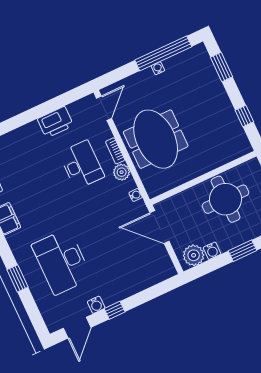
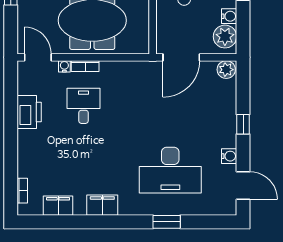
desk: (82, 165) -> (83, 106), width x0.73
plant: (122, 172) -> (226, 70), moved
water cooler: (136, 195) -> (64, 66), moved
window: (115, 310) -> (243, 124), moved

